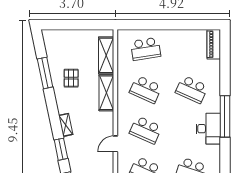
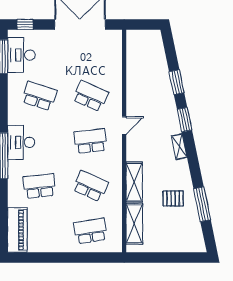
piano: (214, 44) -> (17, 230), width x1.37, depth x1.33
pallet: (71, 78) -> (173, 198), turned 90
school desk: (192, 89) -> (39, 186), turned -30
school desk: (146, 130) -> (90, 141), turned -30

